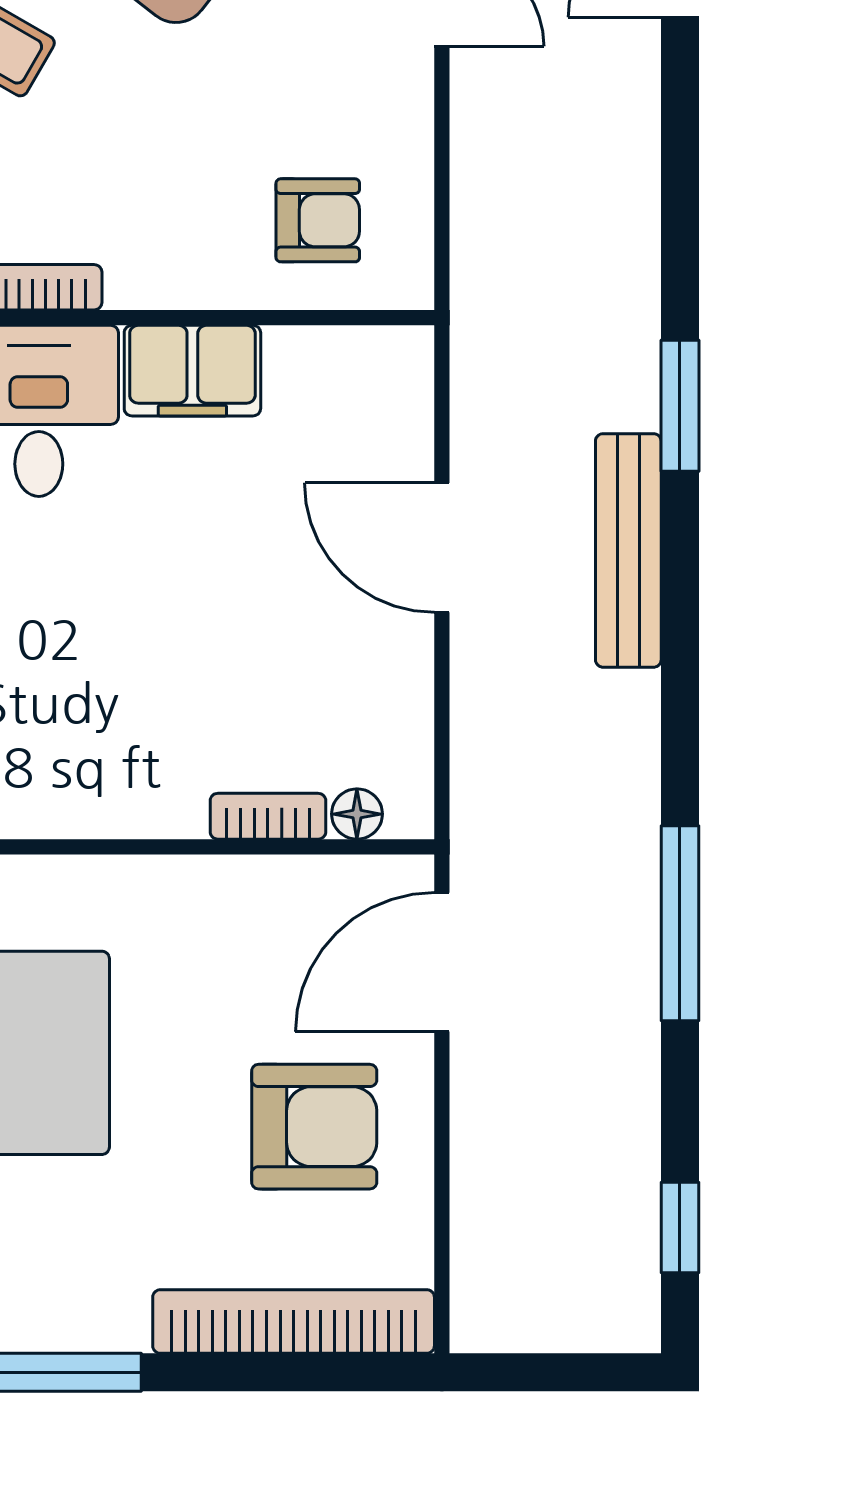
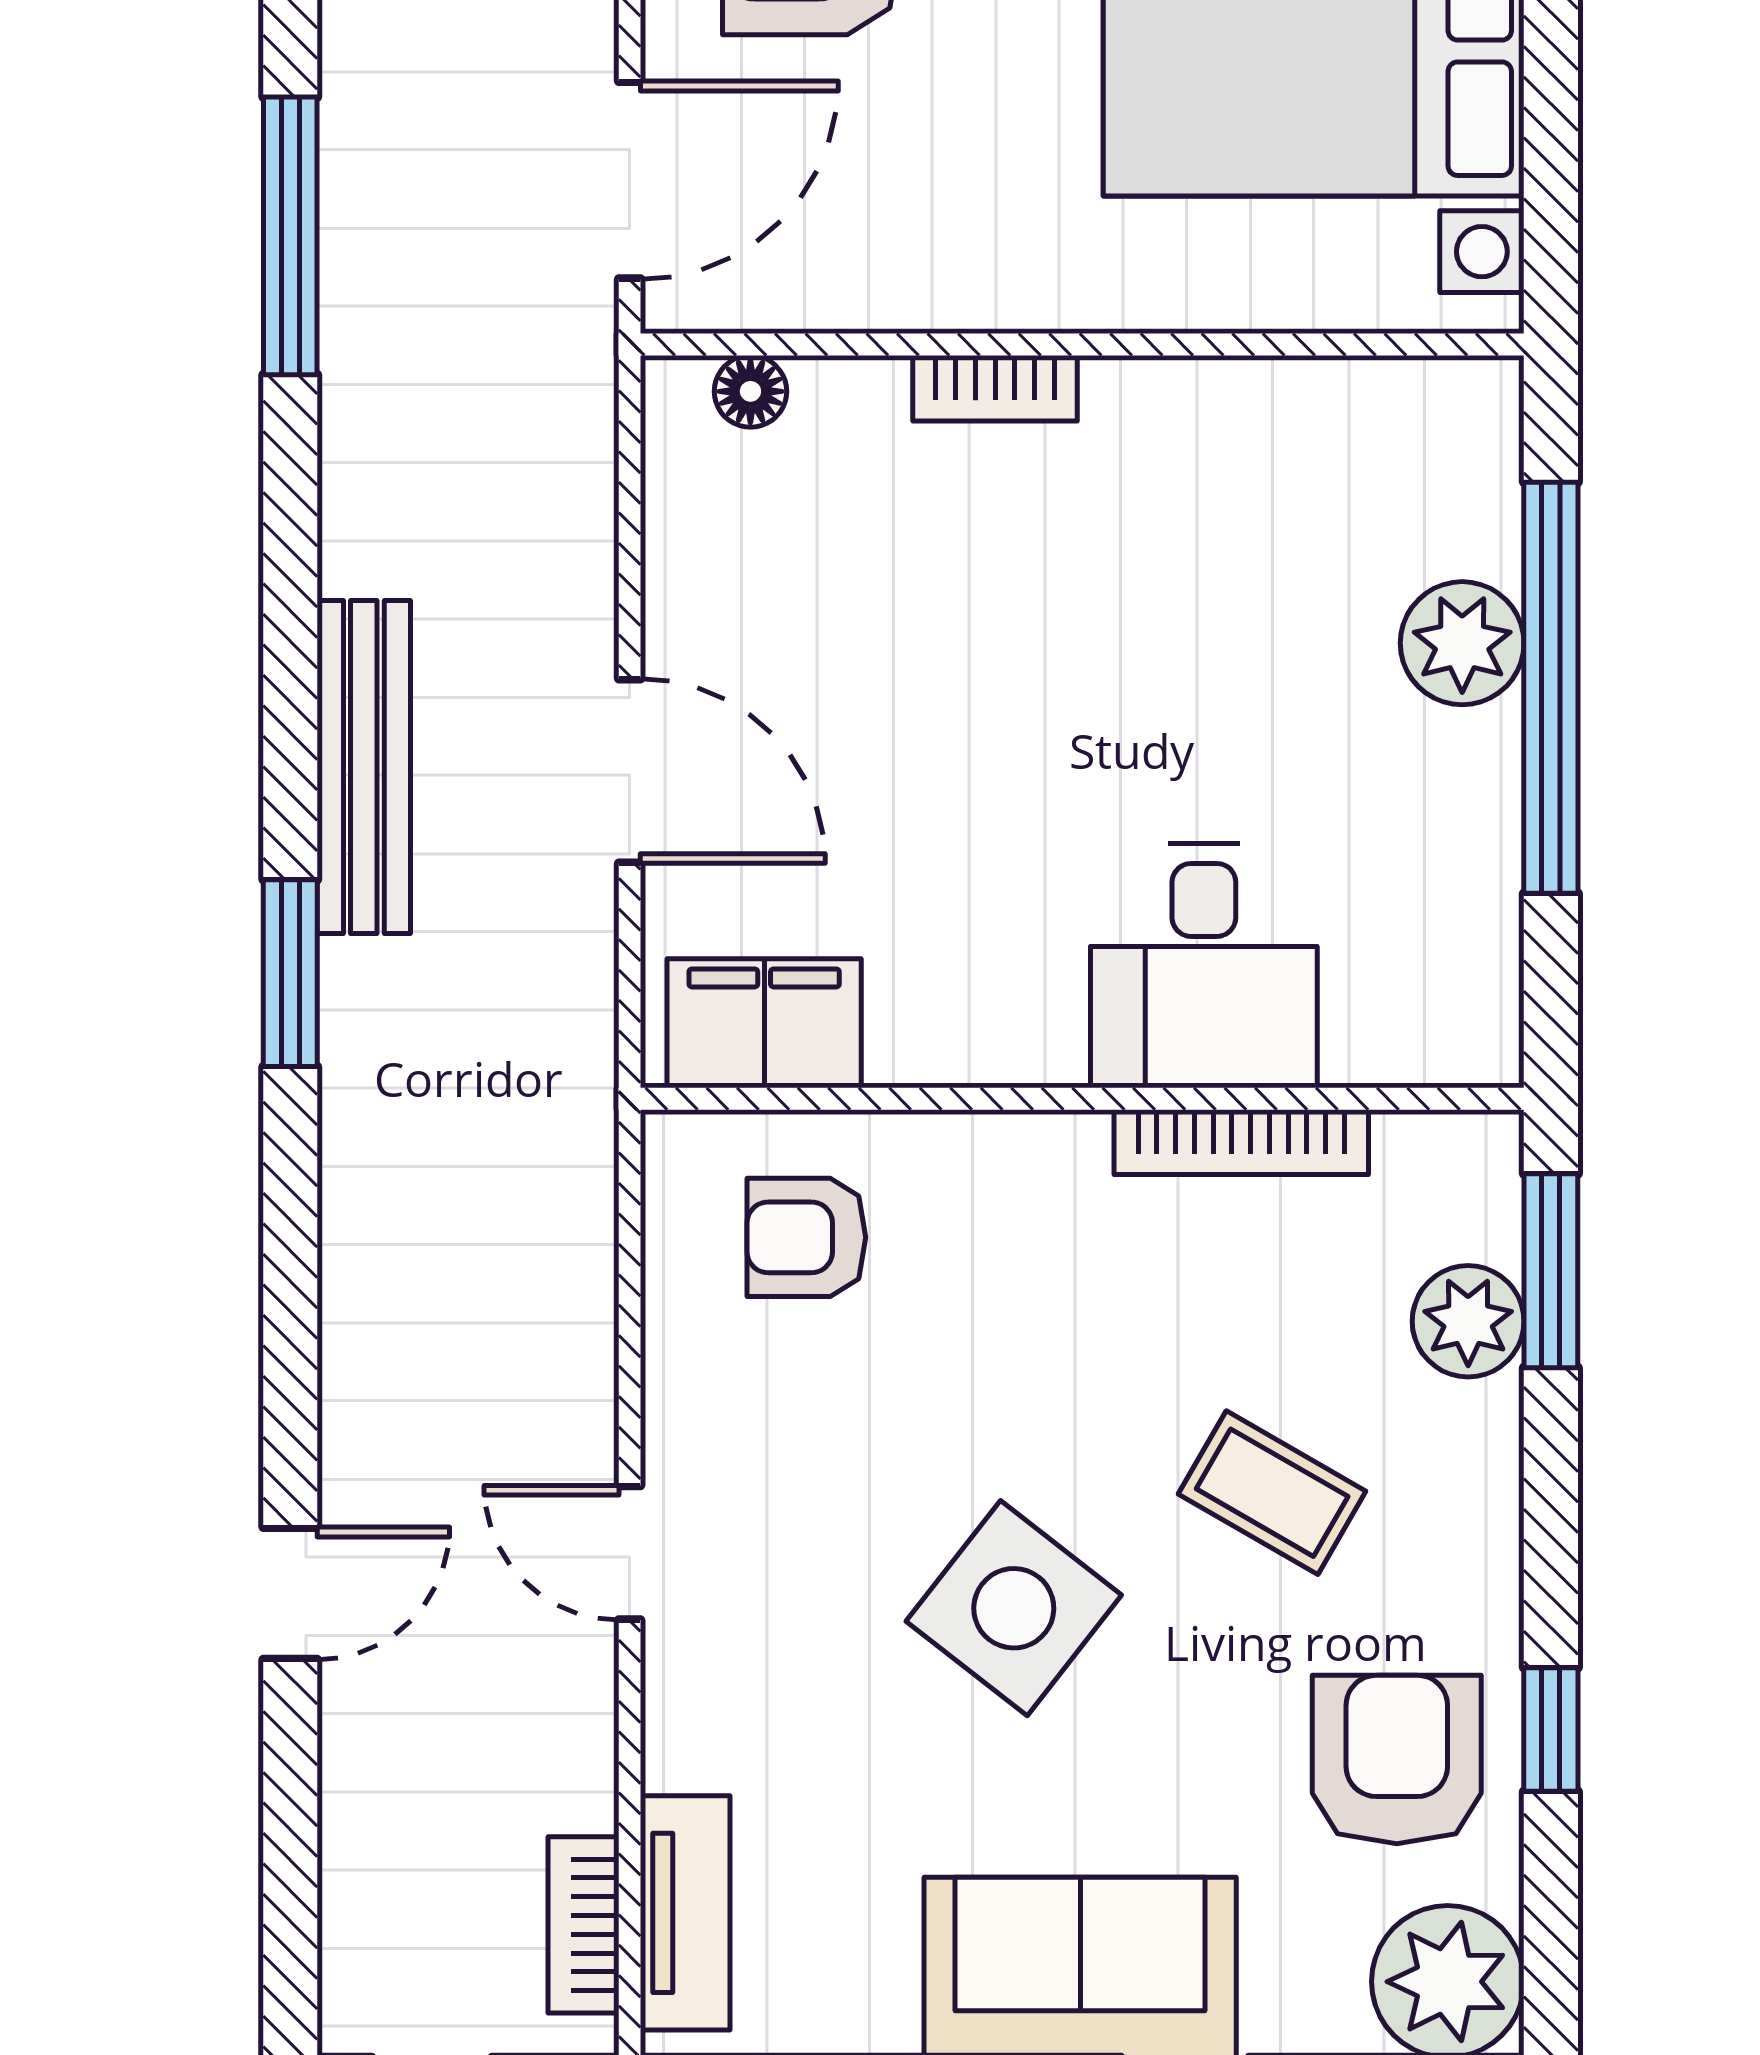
filing cabinet: (192, 371) -> (764, 1023), moved
bookcase: (268, 816) -> (995, 388), moved

